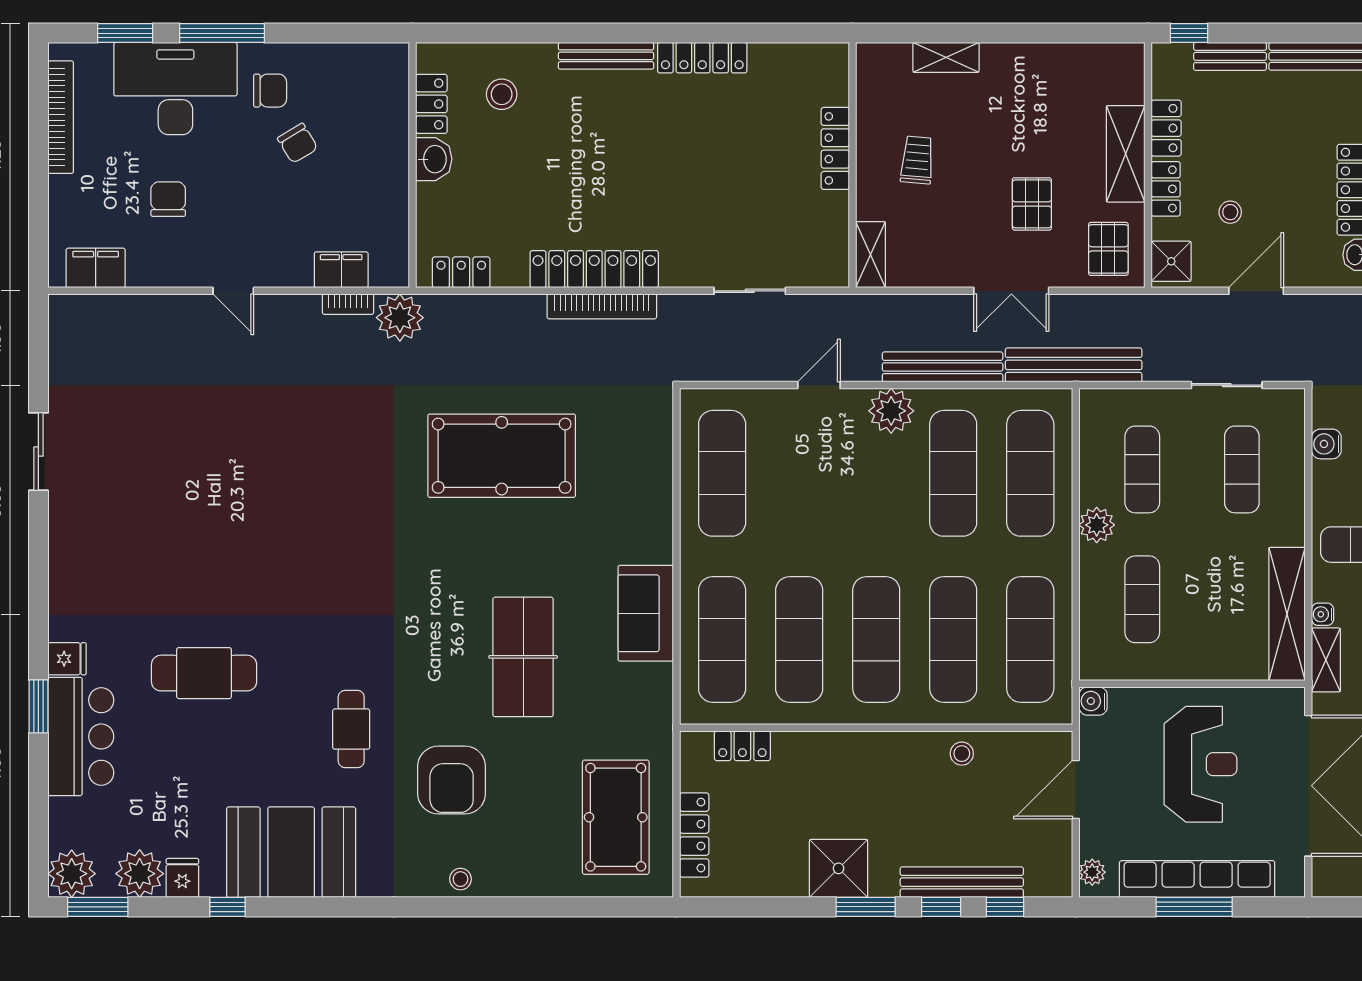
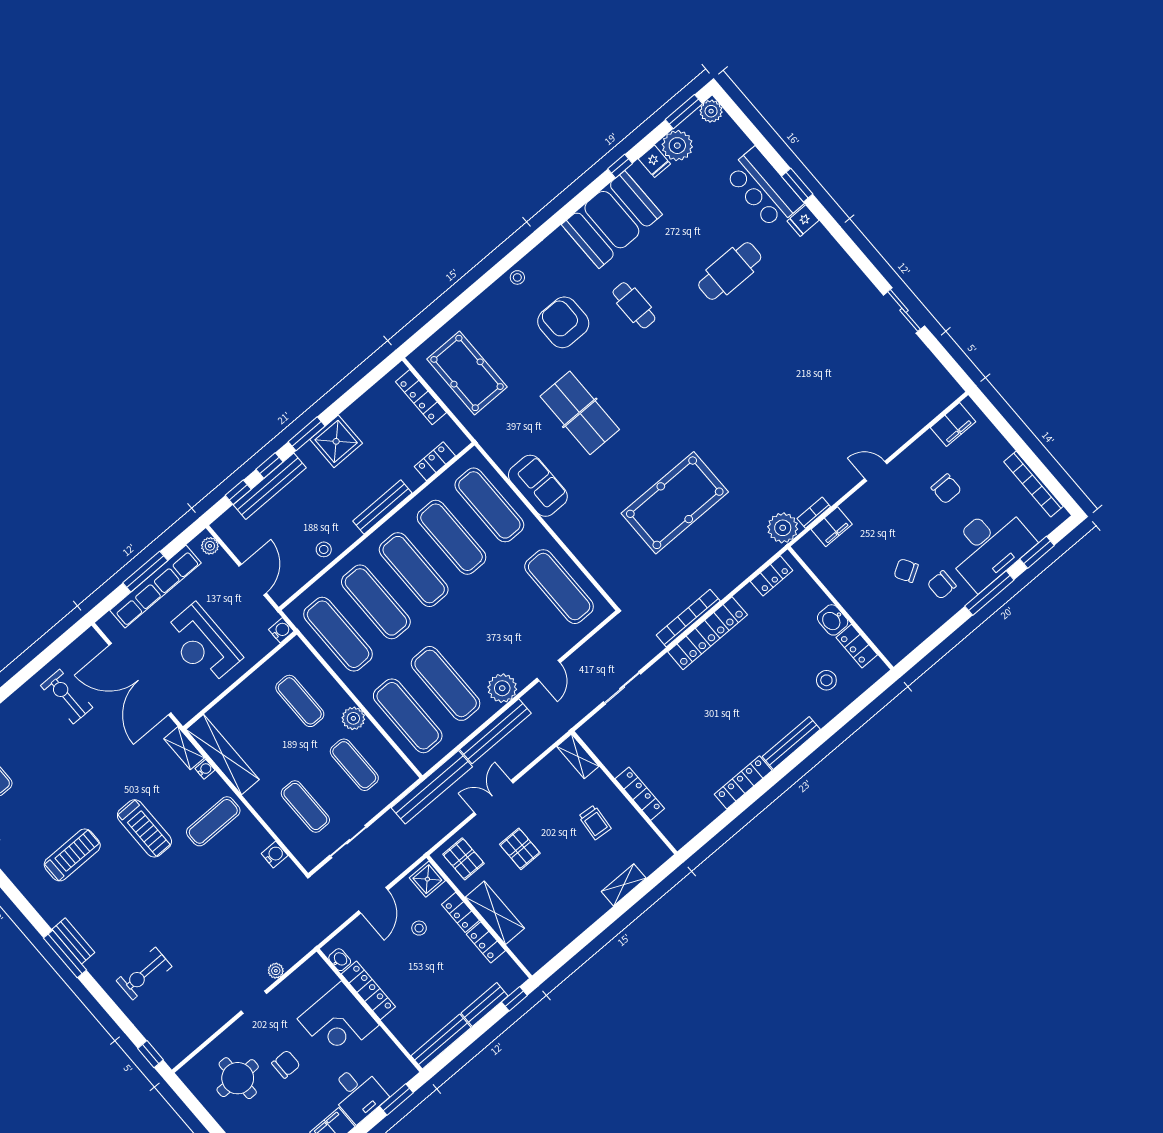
bench: (850, 745) -> (382, 507), added
plant: (72, 874) -> (711, 111), width x0.73, depth x0.73

